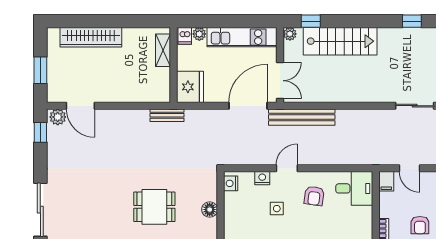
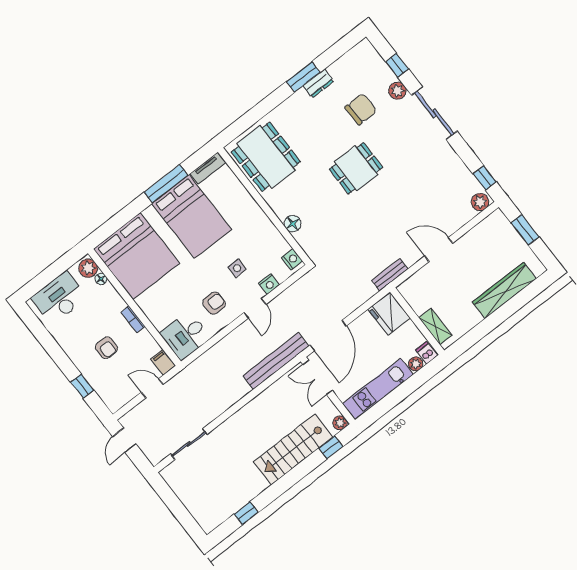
door: (80, 106) -> (439, 249), moved
armchair: (314, 196) -> (214, 303), turned 82
dining table: (154, 207) -> (356, 168), moved
armchair: (420, 225) -> (107, 348), turned 180

